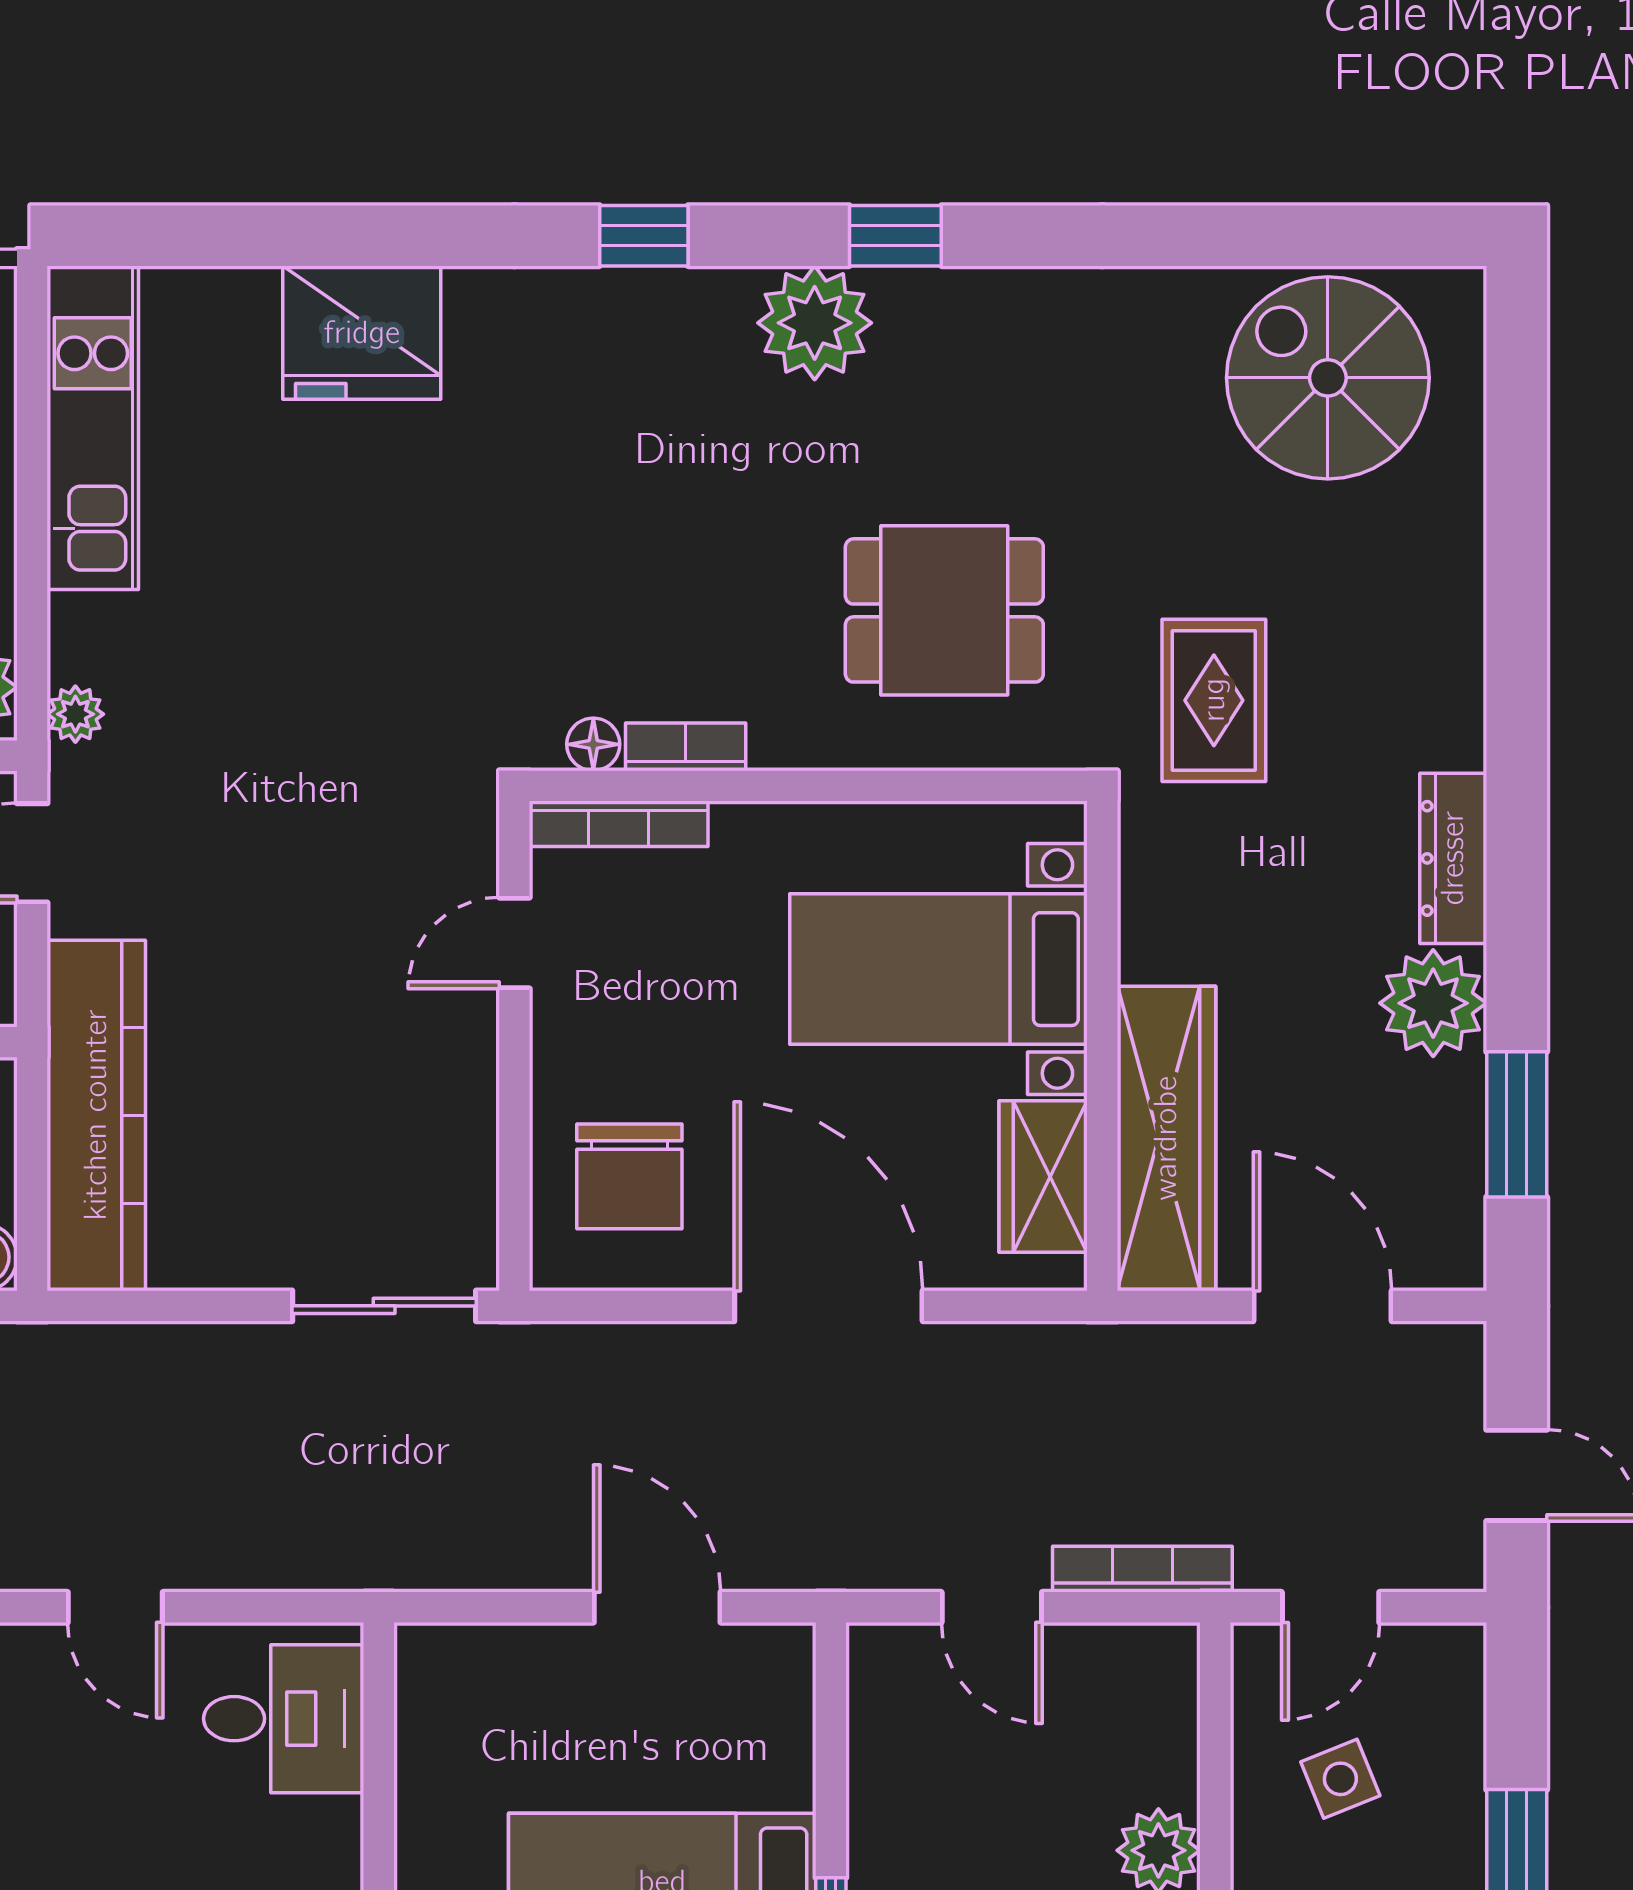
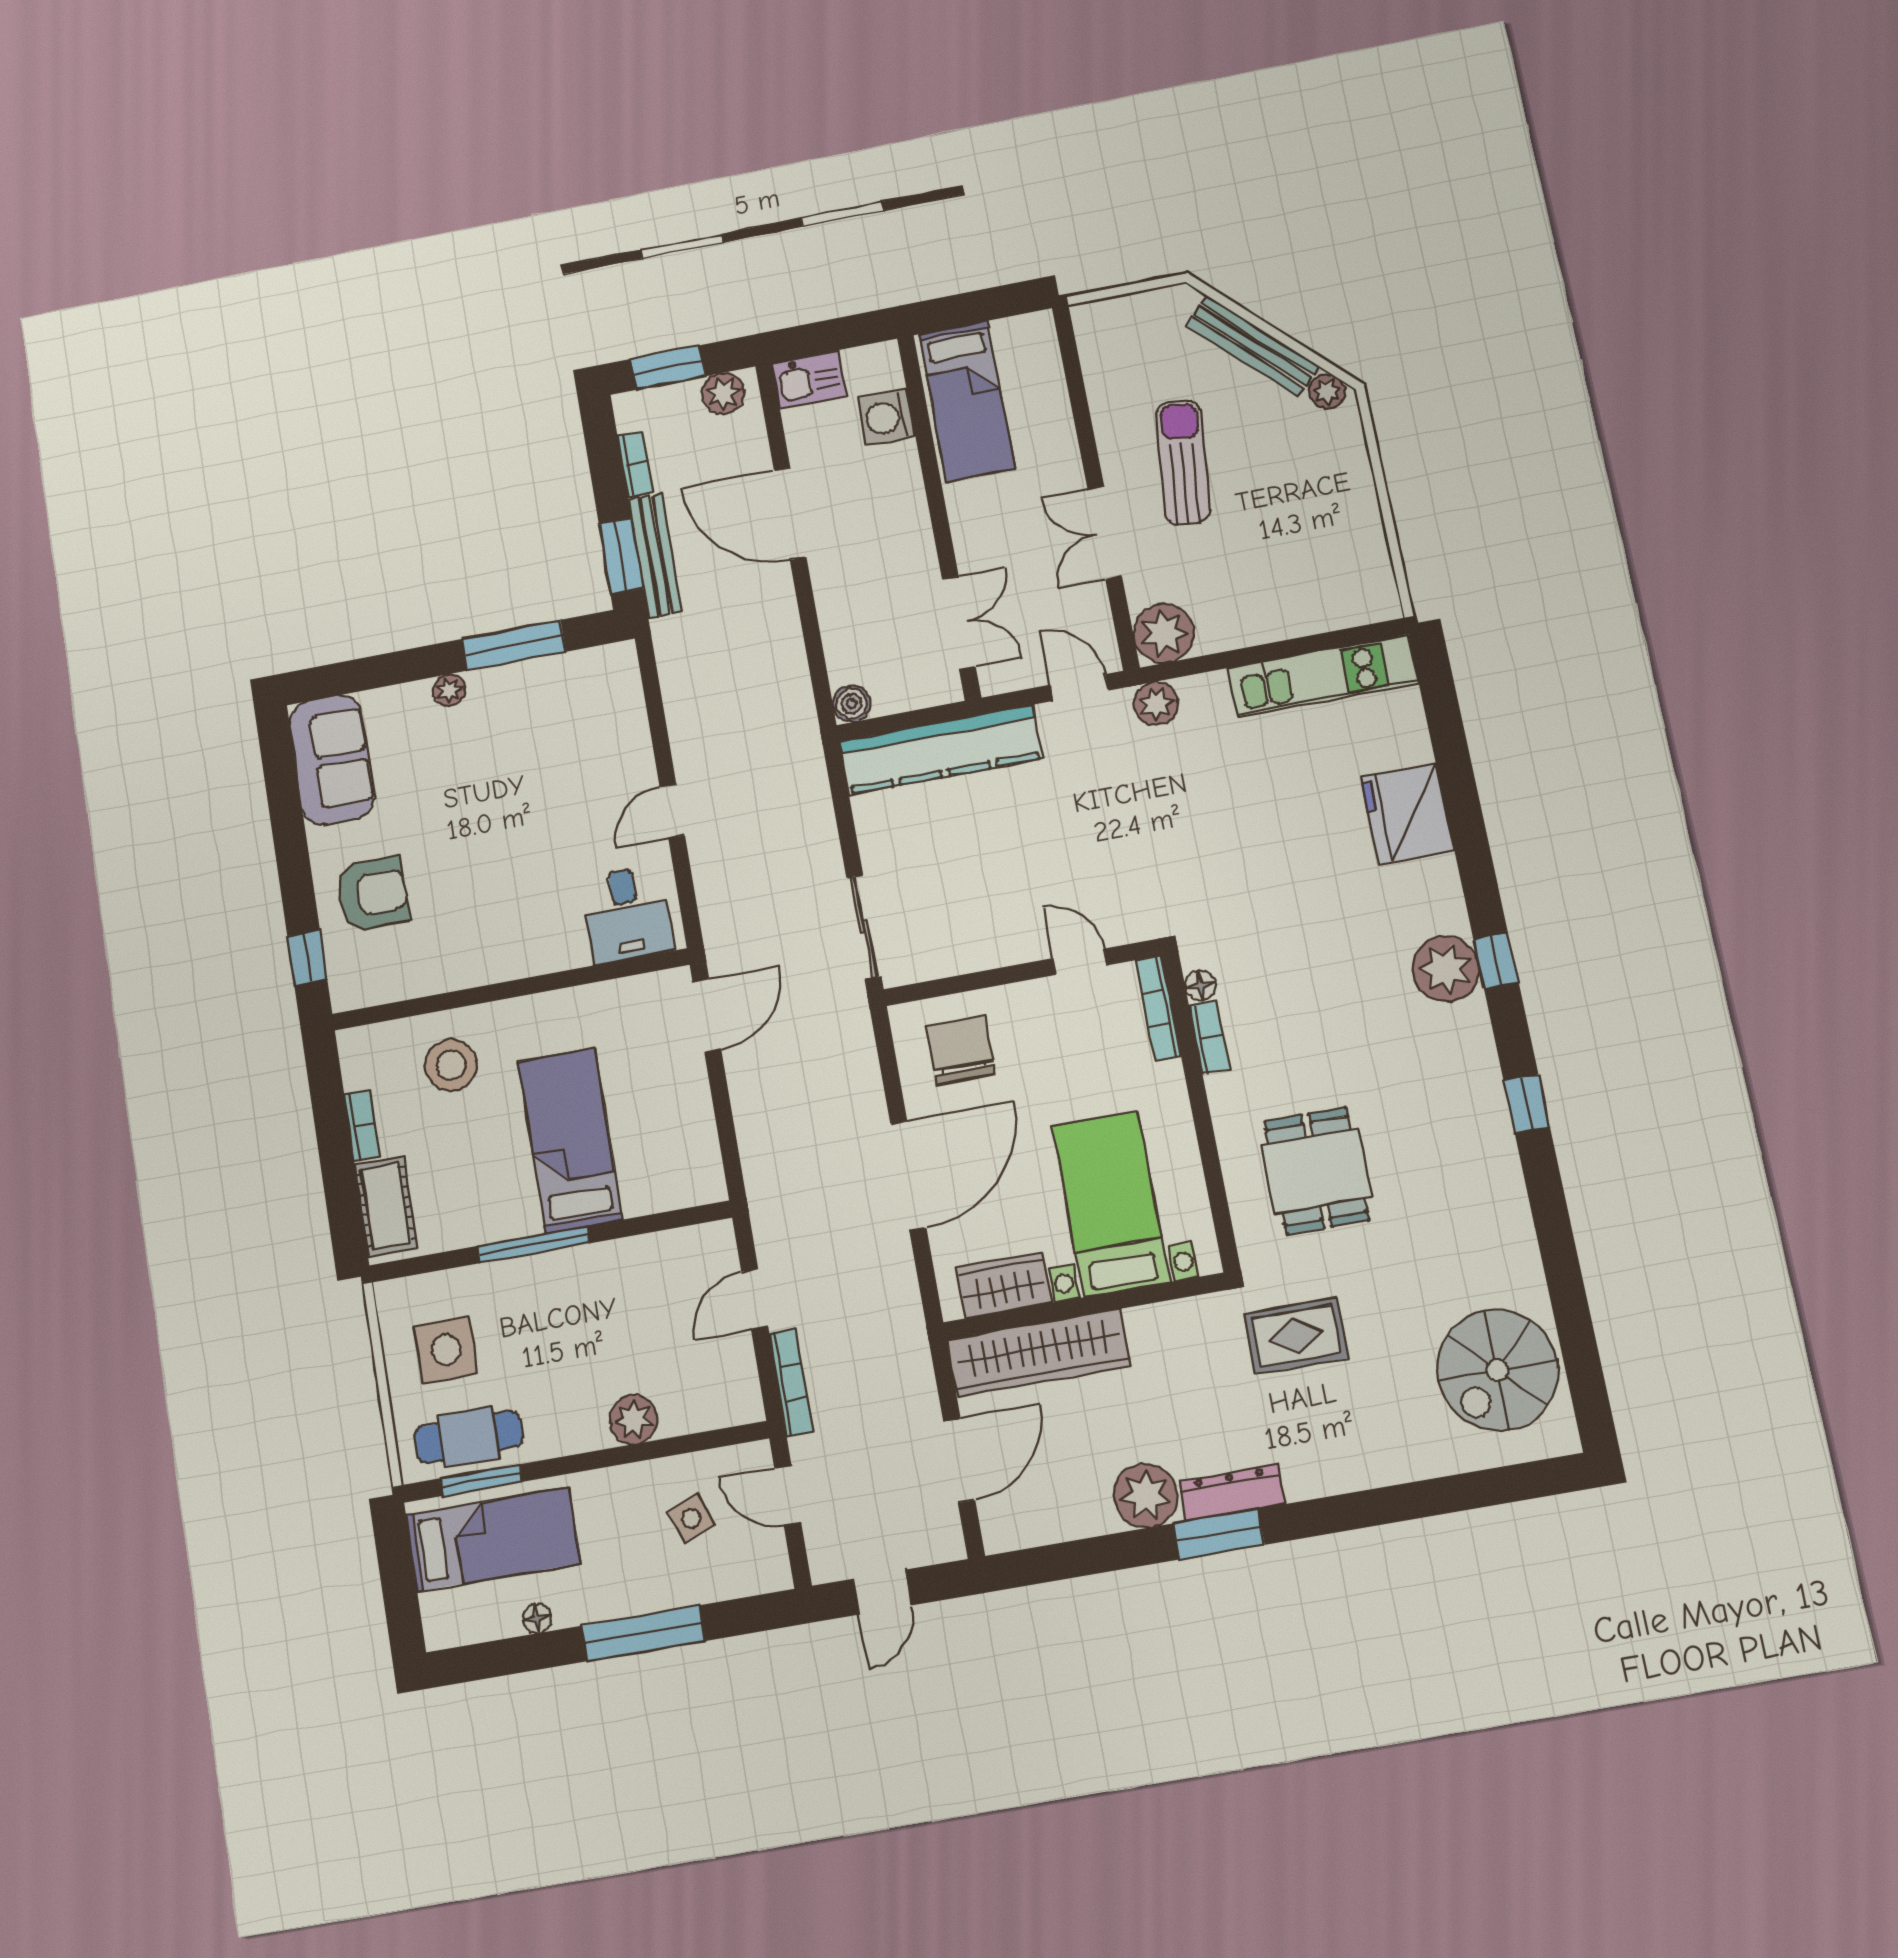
plant: (815, 323) -> (1446, 969), moved
spiral stairs: (1328, 378) -> (1497, 1370), turned 180
plant: (75, 714) -> (1156, 703), width x1.38, depth x1.38
window: (1517, 1124) -> (1219, 1534), moved
chair: (629, 1176) -> (961, 1050), turned 90
door: (657, 1607) -> (707, 1016), moved

